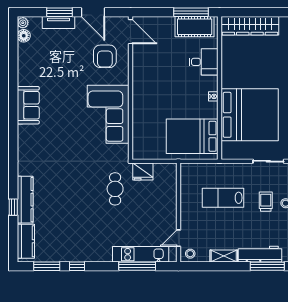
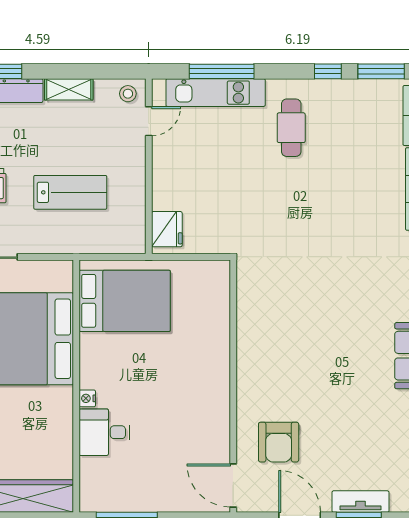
cot: (195, 27) -> (120, 494), removed
armchair: (105, 56) -> (279, 442), turned 180
nightstand: (213, 96) -> (87, 398), moved
corner sofa: (108, 114) -> (273, 340), removed
fridge: (143, 171) -> (167, 229), moved, turned 90
cafe table: (115, 189) -> (291, 128), moved

